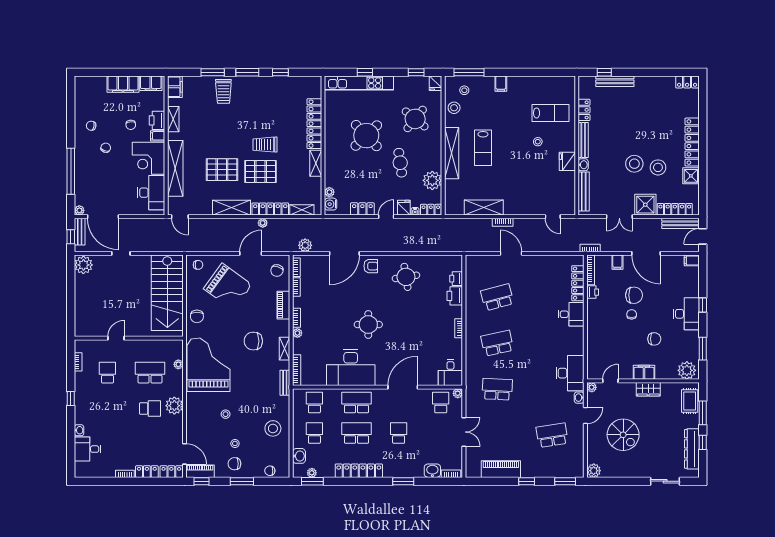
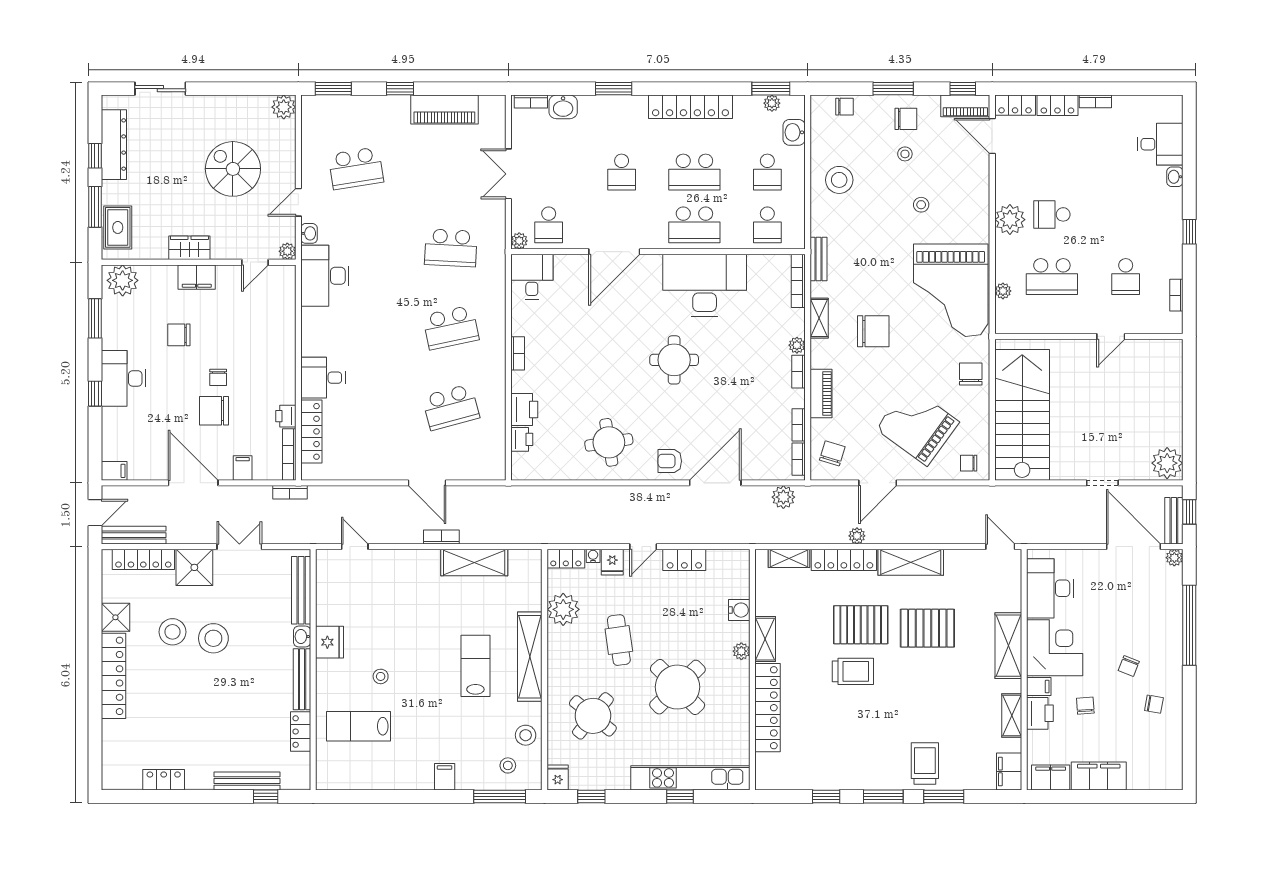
locker: (687, 82) -> (164, 780), moved
shelving: (175, 168) -> (1008, 646), width x0.68
plant: (329, 192) -> (741, 651), moved
water cooler: (331, 204) -> (739, 610), moved

